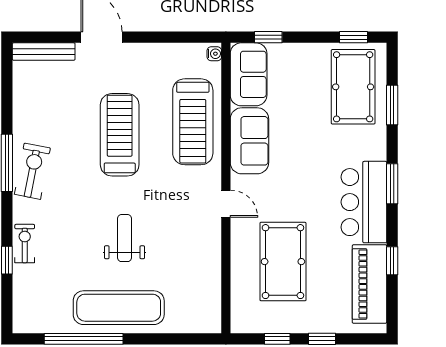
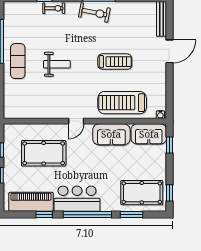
treadmill: (120, 135) -> (115, 62), width x0.73, depth x0.73
window: (392, 184) -> (87, 215), width x2.11
exercise mat: (119, 308) -> (18, 61), width x0.73, depth x0.69

